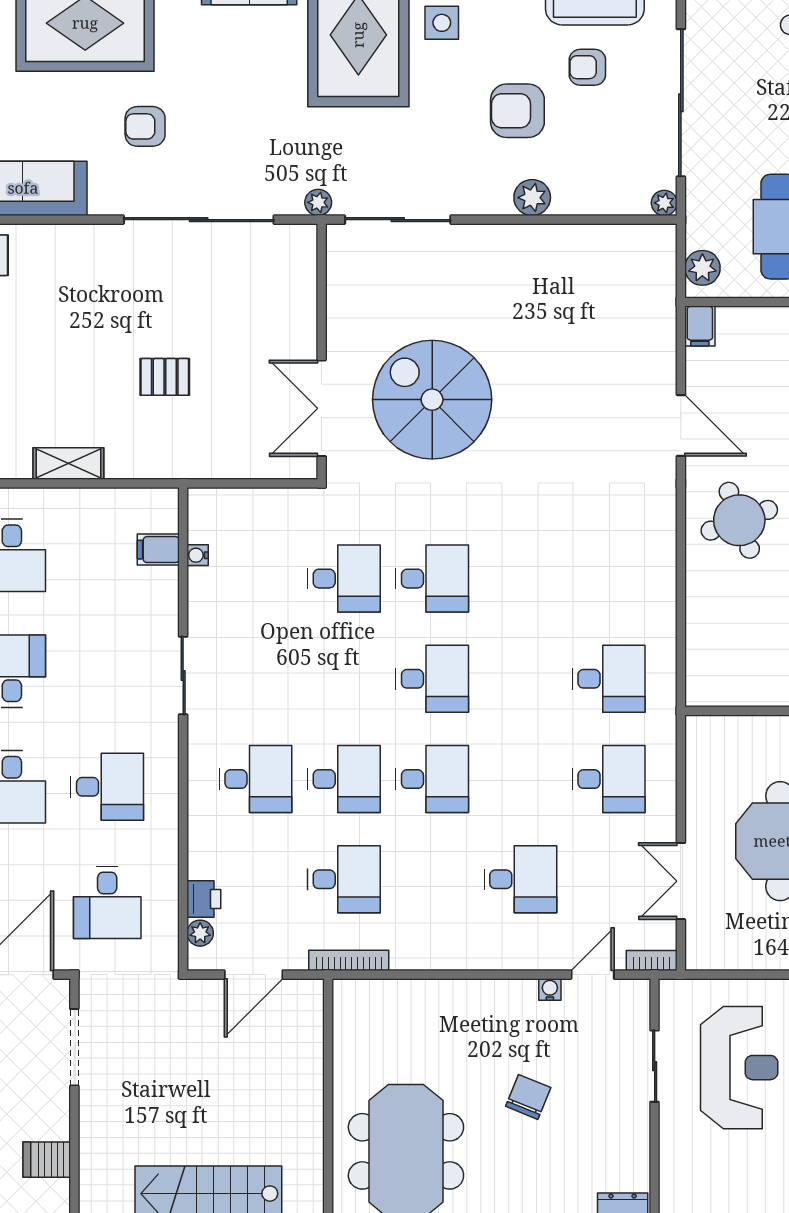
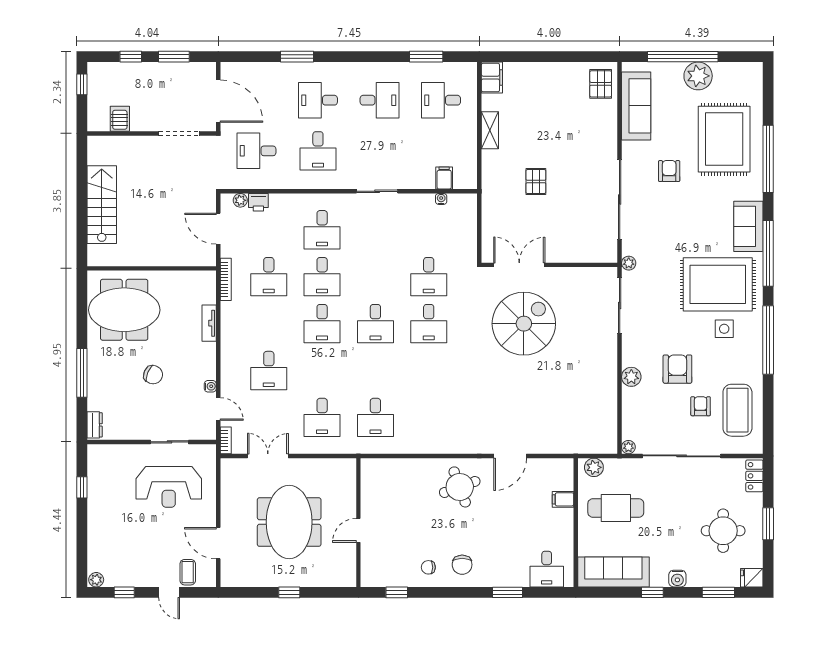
filing cabinet: (700, 326) -> (563, 499), moved
tv unit: (431, 992) -> (209, 323), added

